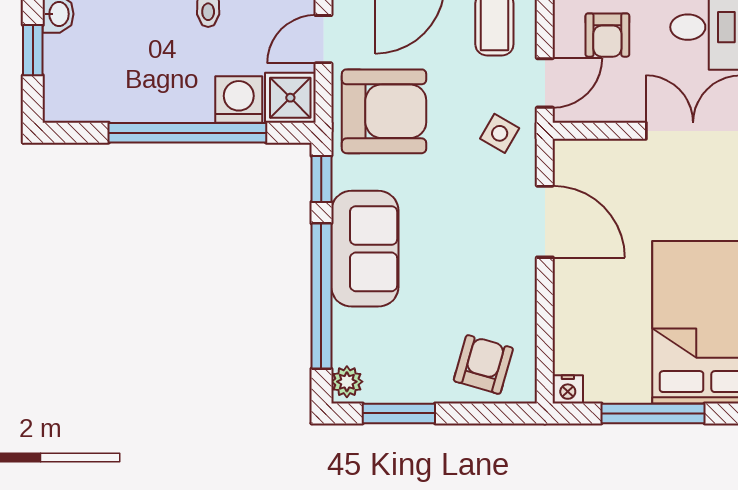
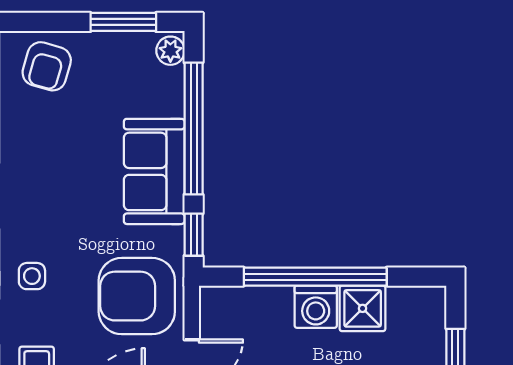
shower: (290, 98) -> (363, 308), moved
washing machine: (239, 100) -> (316, 307), moved
side table: (500, 133) -> (32, 276), turned -30

